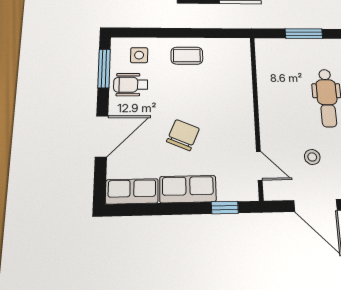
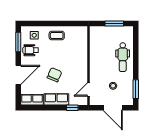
door: (259, 166) -> (88, 89), swing flipped

